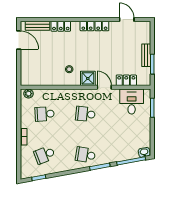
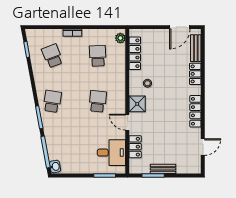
locker: (42, 81) -> (135, 53), added
door: (104, 87) -> (127, 122), swing flipped

